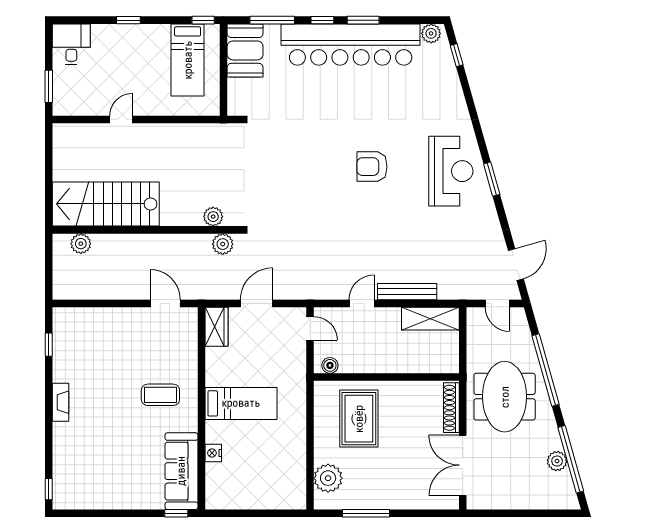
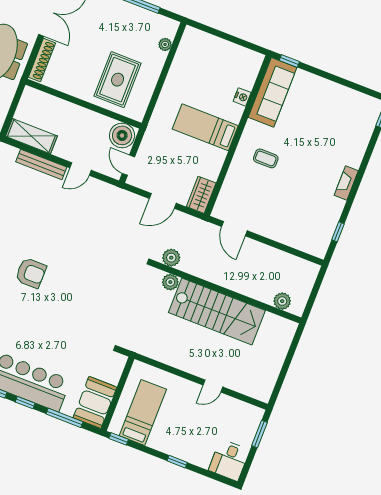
stairs: (106, 204) -> (217, 311), moved
boiler: (330, 365) -> (122, 135), width x1.86, depth x1.86
coffee table: (160, 395) -> (266, 158), width x0.73, depth x0.77
plant: (328, 478) -> (165, 44), width x0.53, depth x0.53

